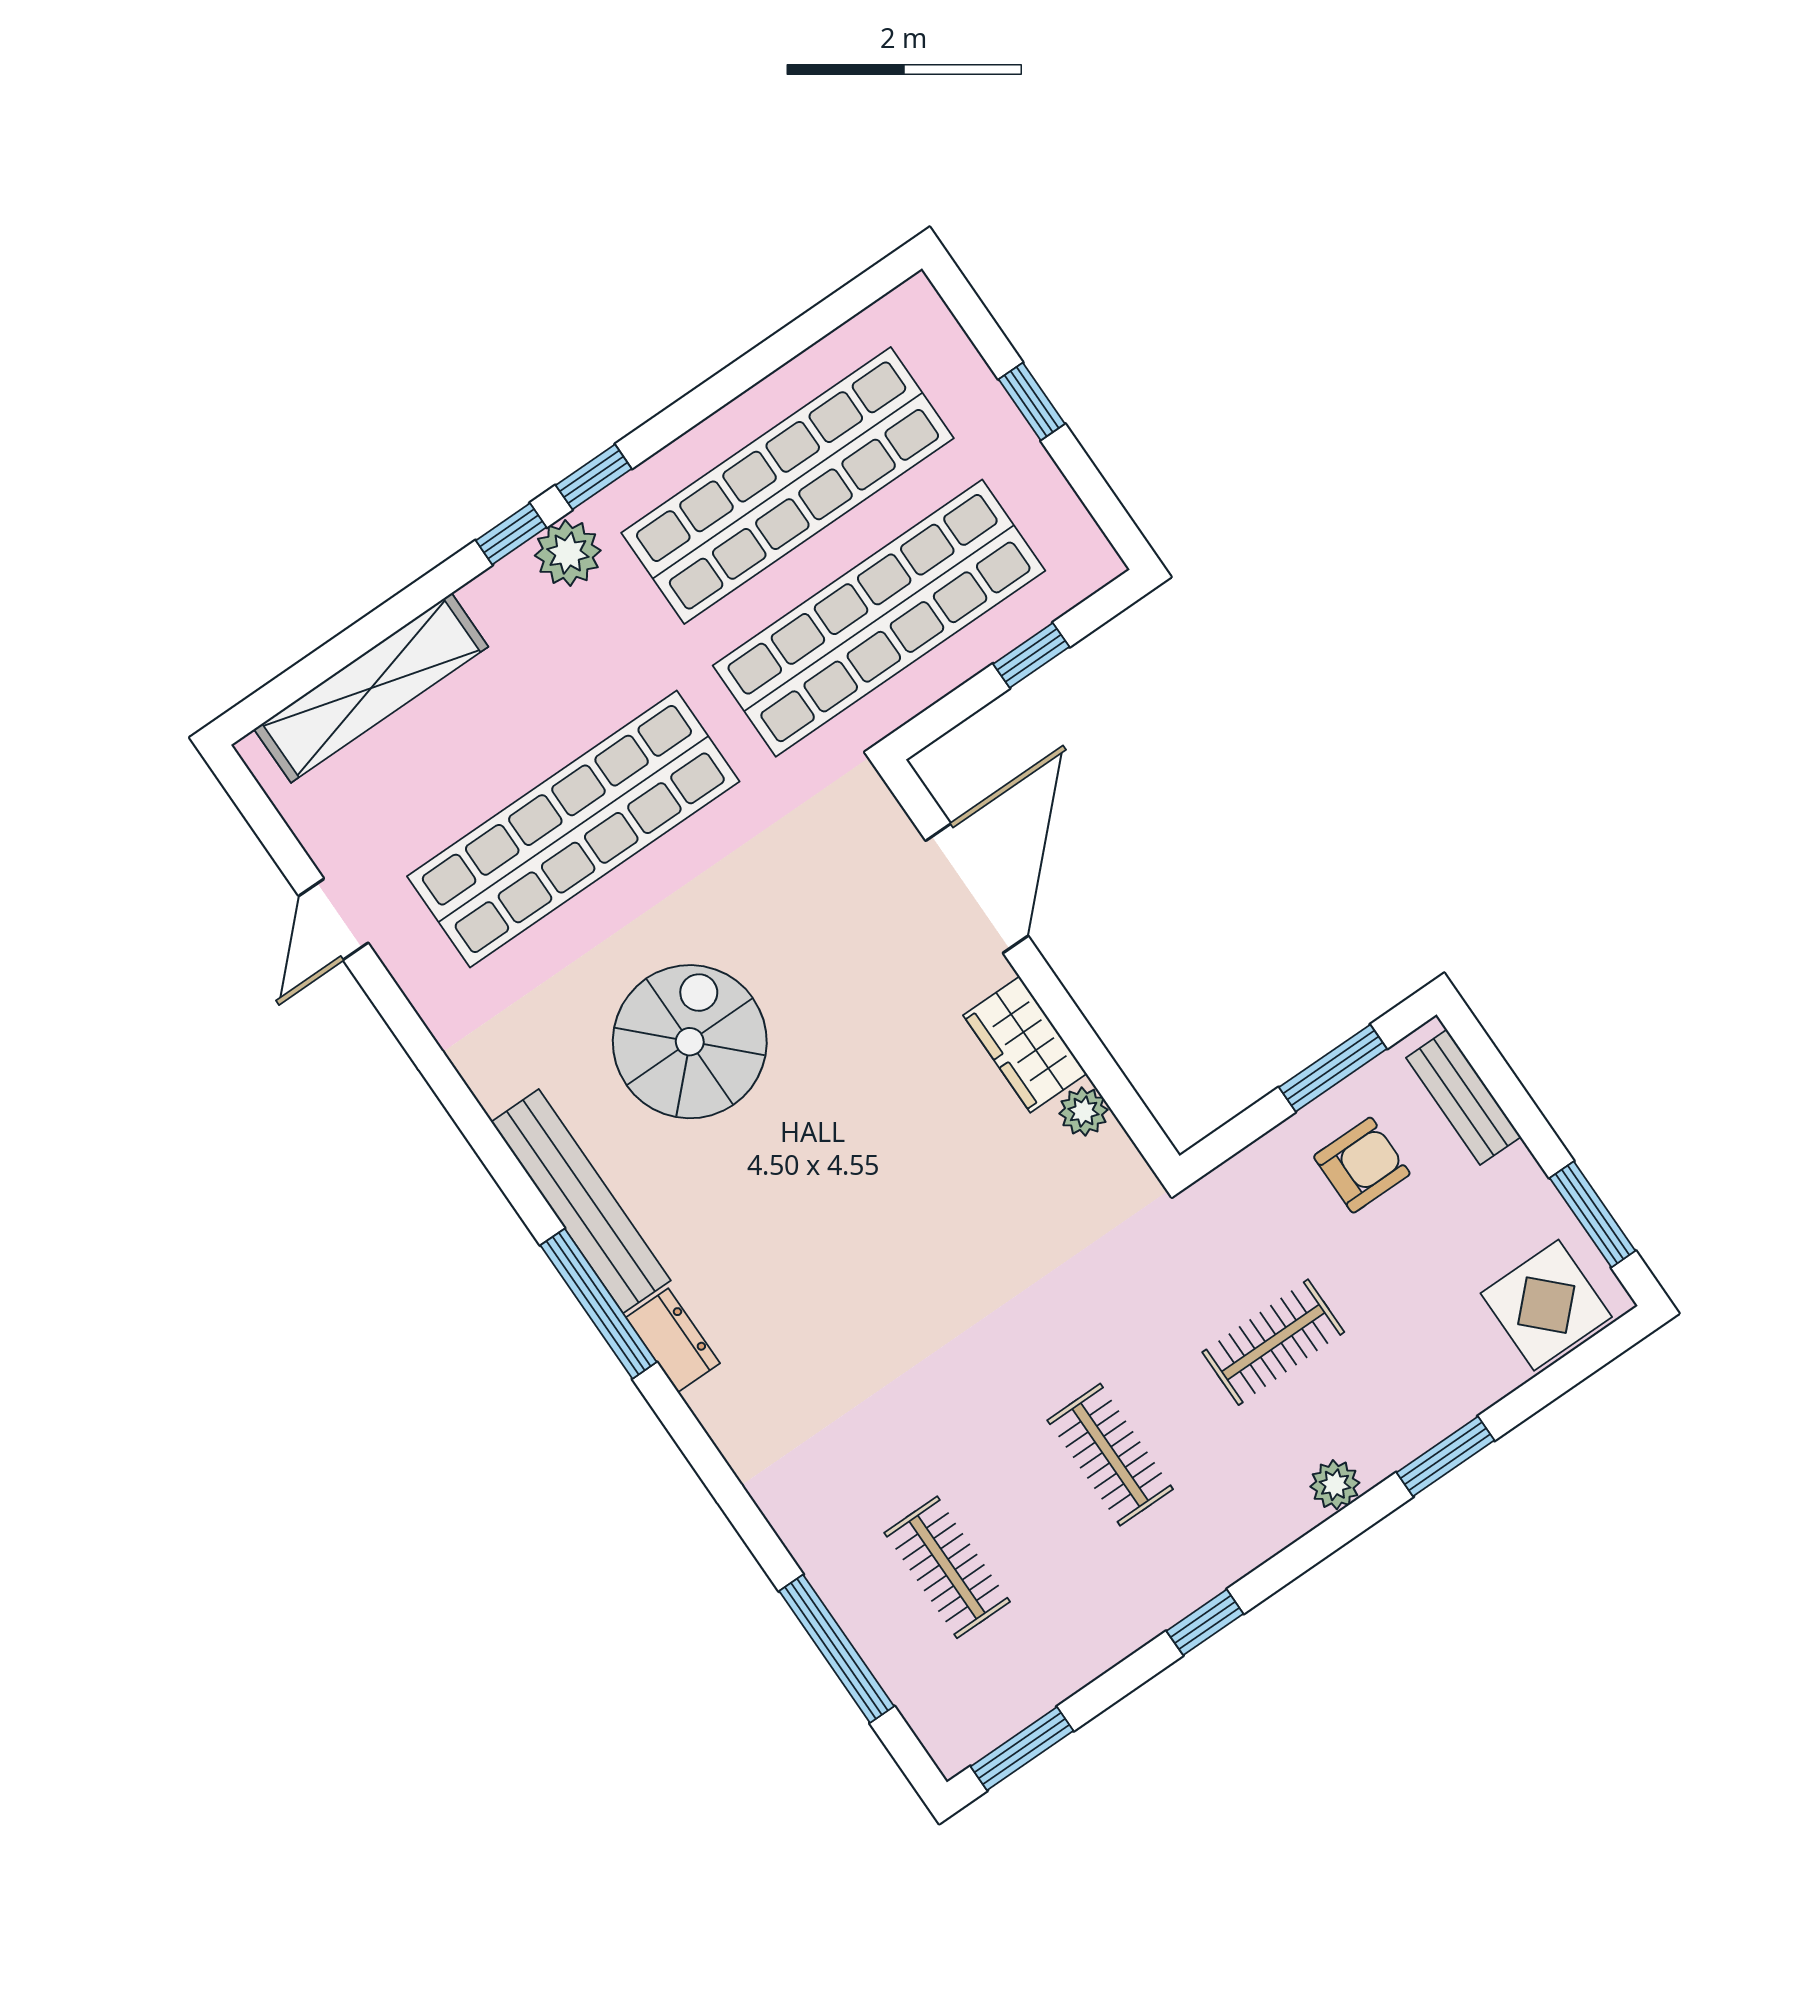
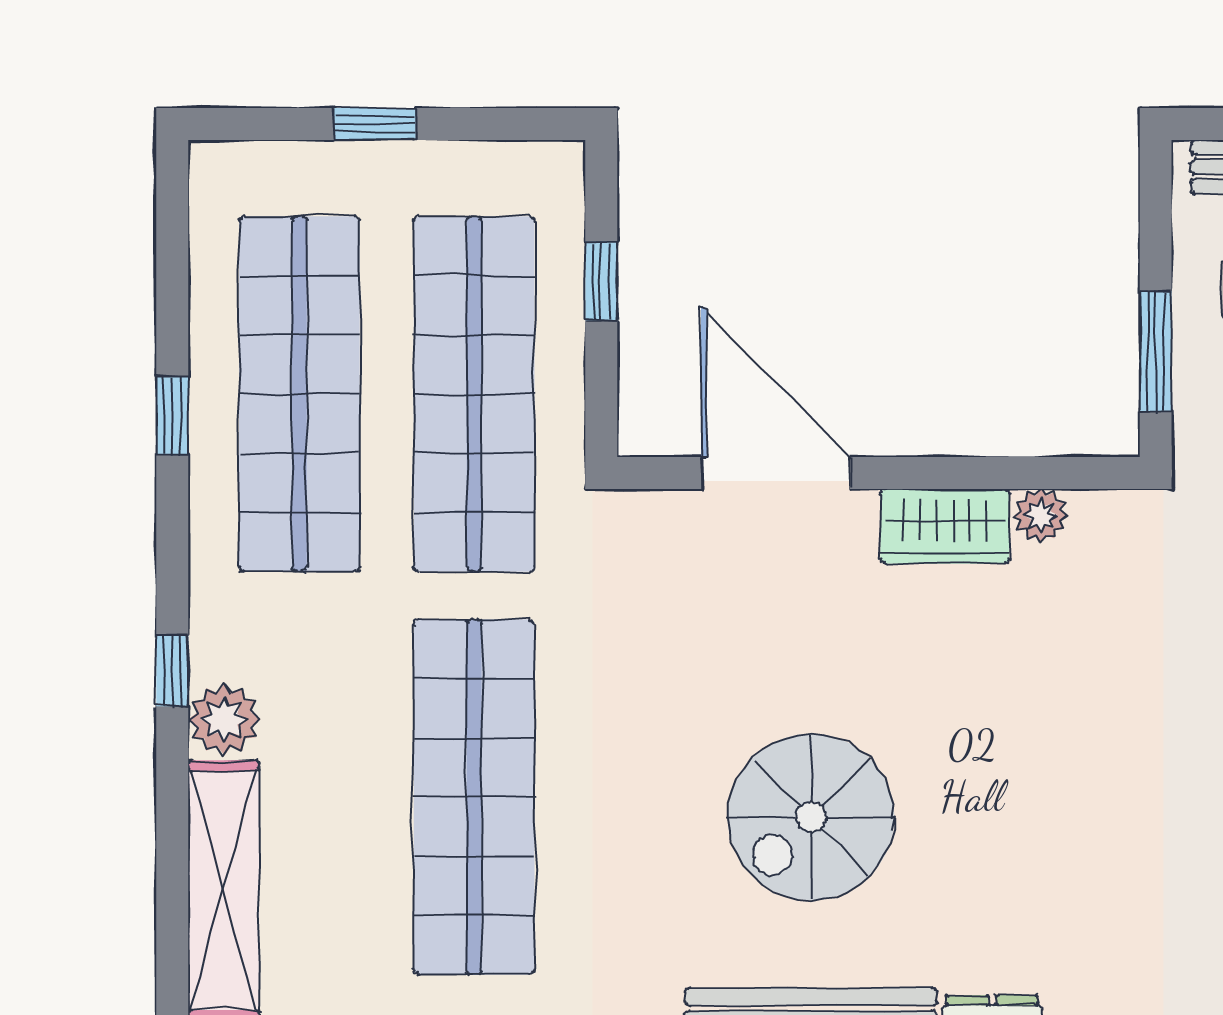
window: (594, 477) -> (172, 416), moved
plant: (568, 553) -> (224, 719), moved
spiral stairs: (690, 1042) -> (811, 817), moved, turned -90
window: (1333, 1068) -> (1156, 352), moved

